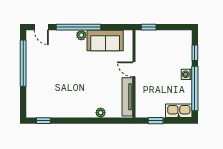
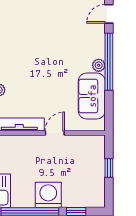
window: (149, 27) -> (109, 168), moved
washing machine: (187, 74) -> (48, 195), width x1.89, depth x1.89

